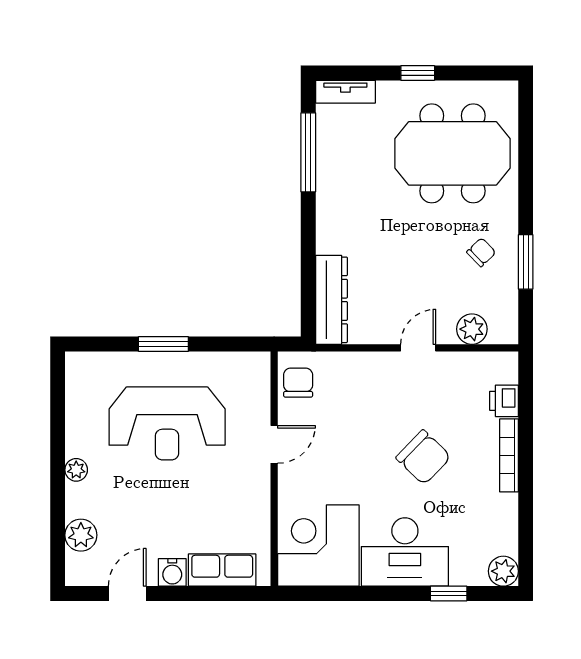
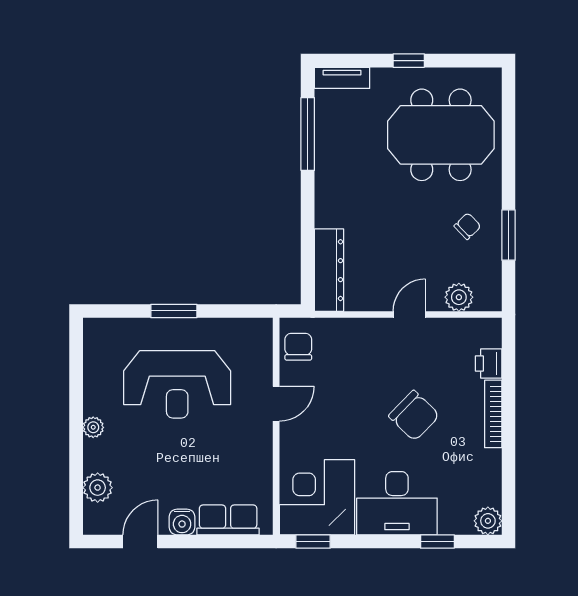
window: (314, 593) -> (313, 541), added

